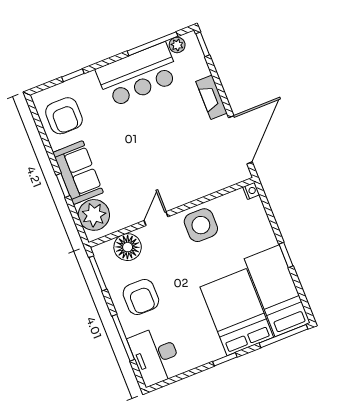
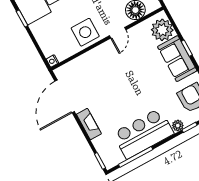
plant: (177, 45) -> (178, 125), moved

